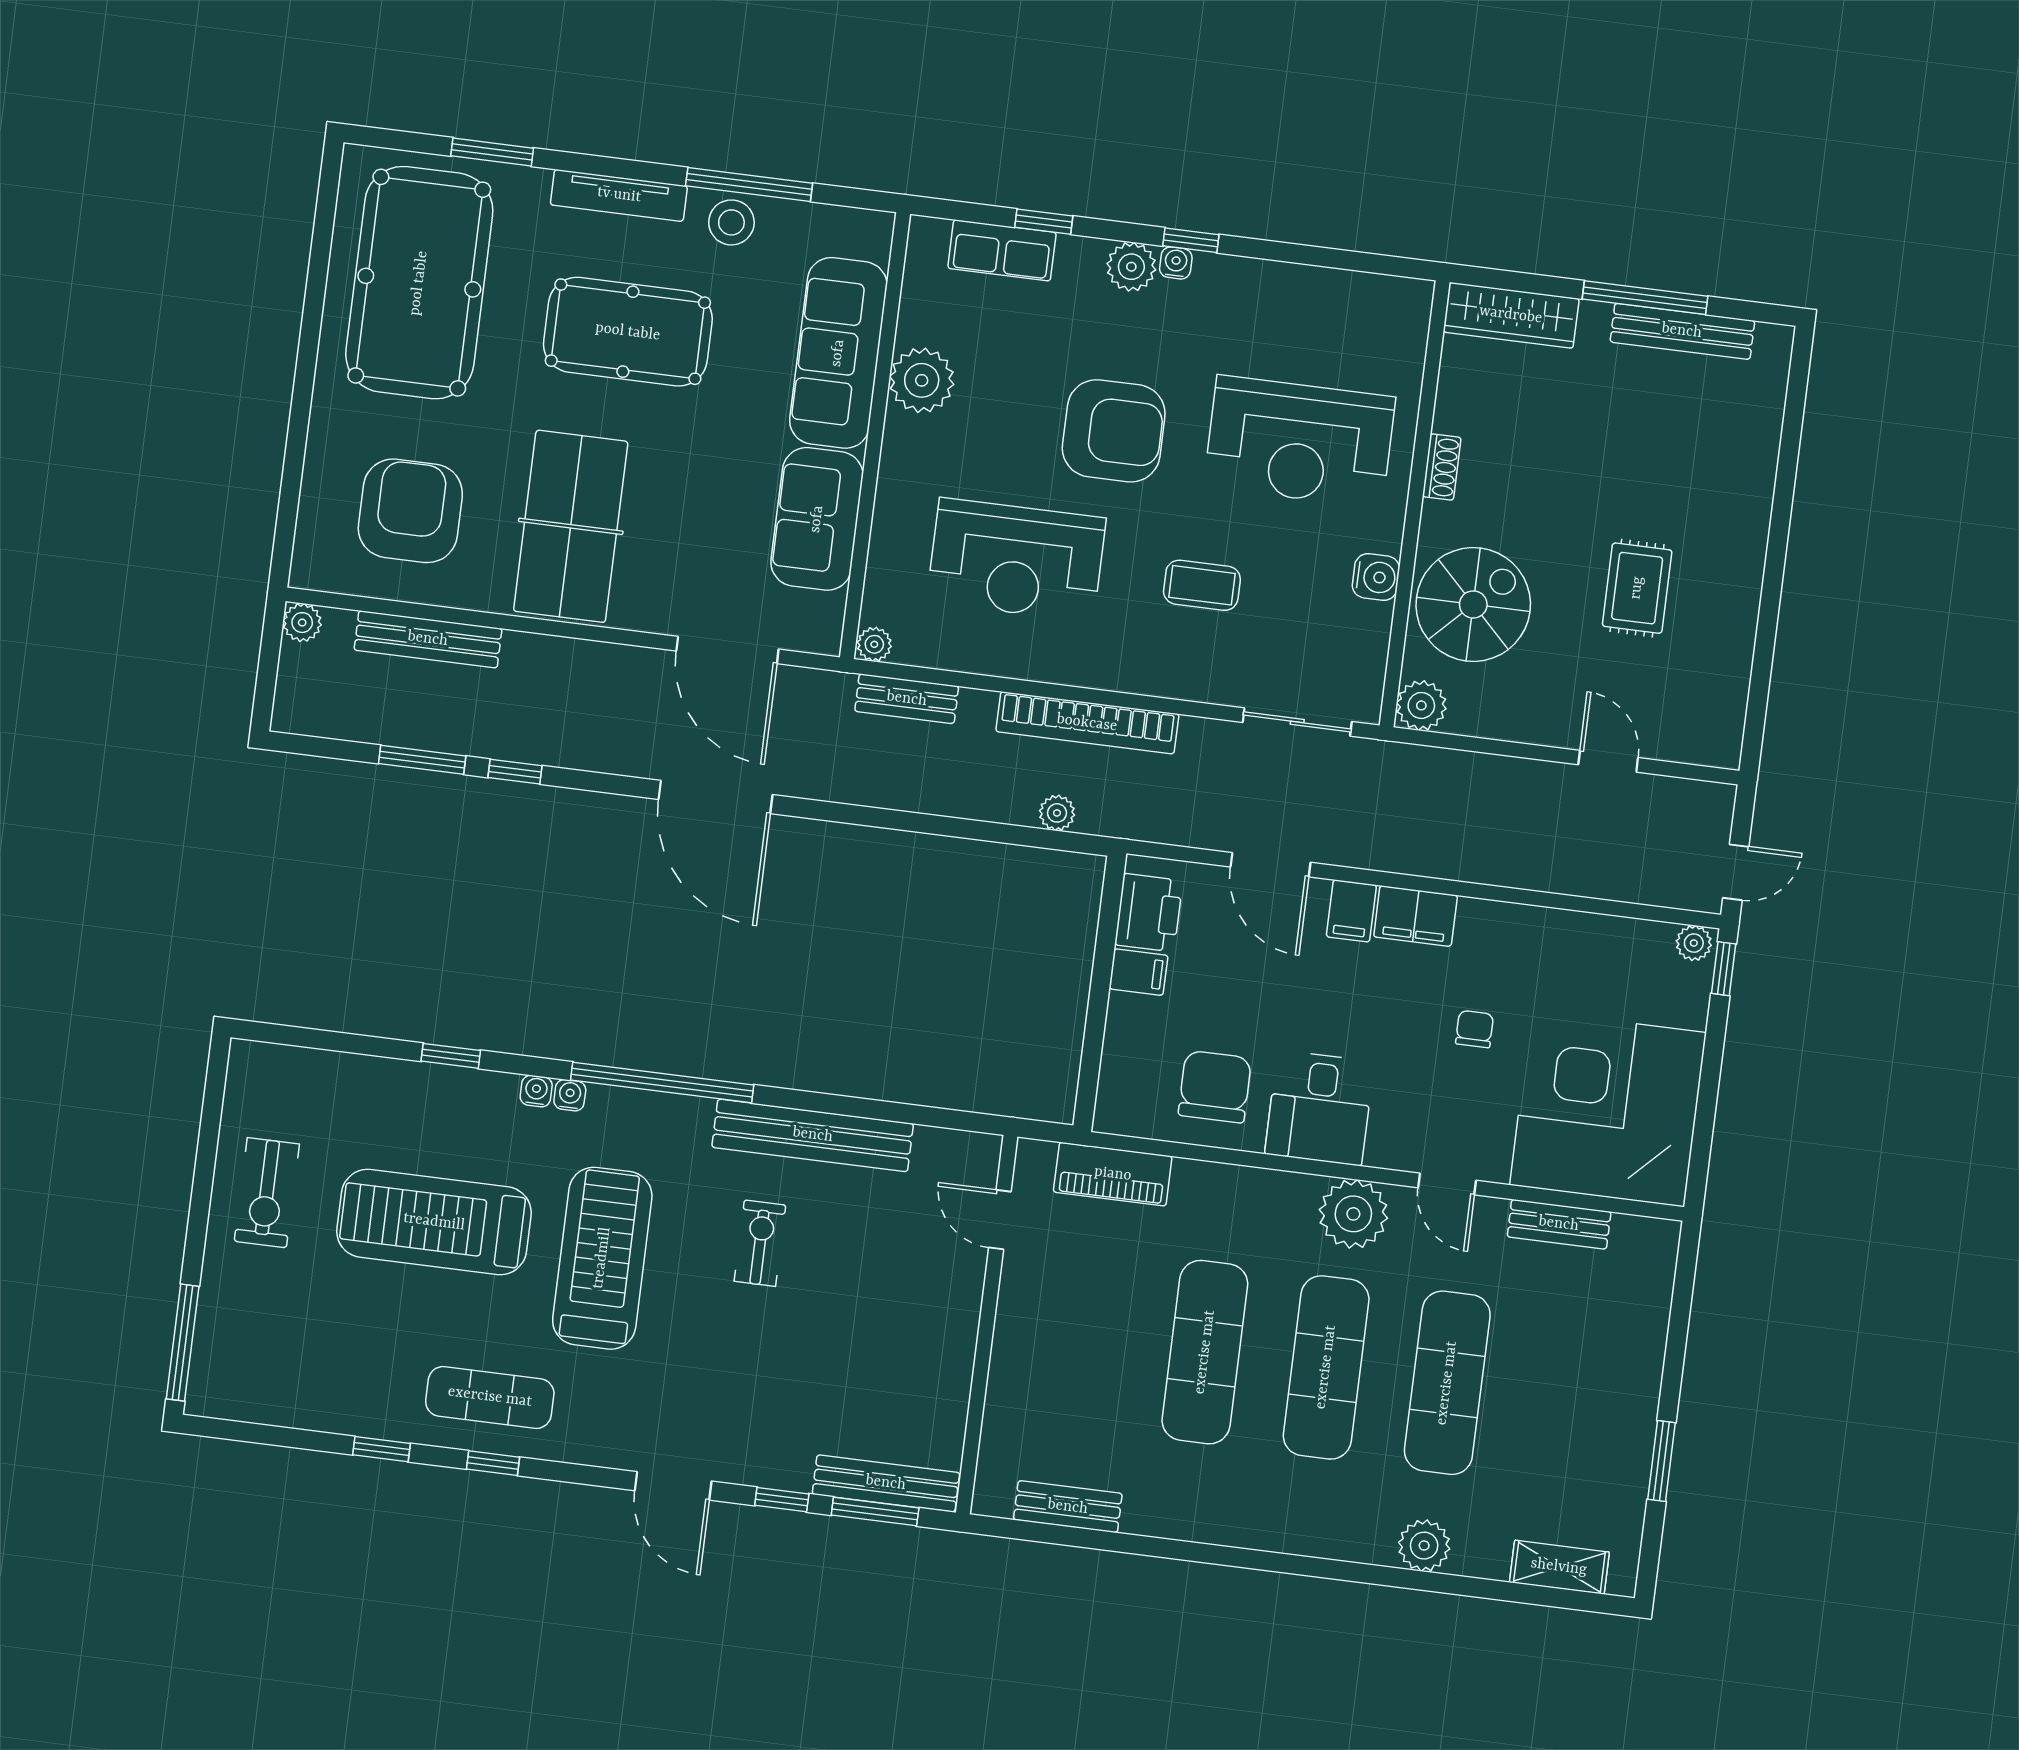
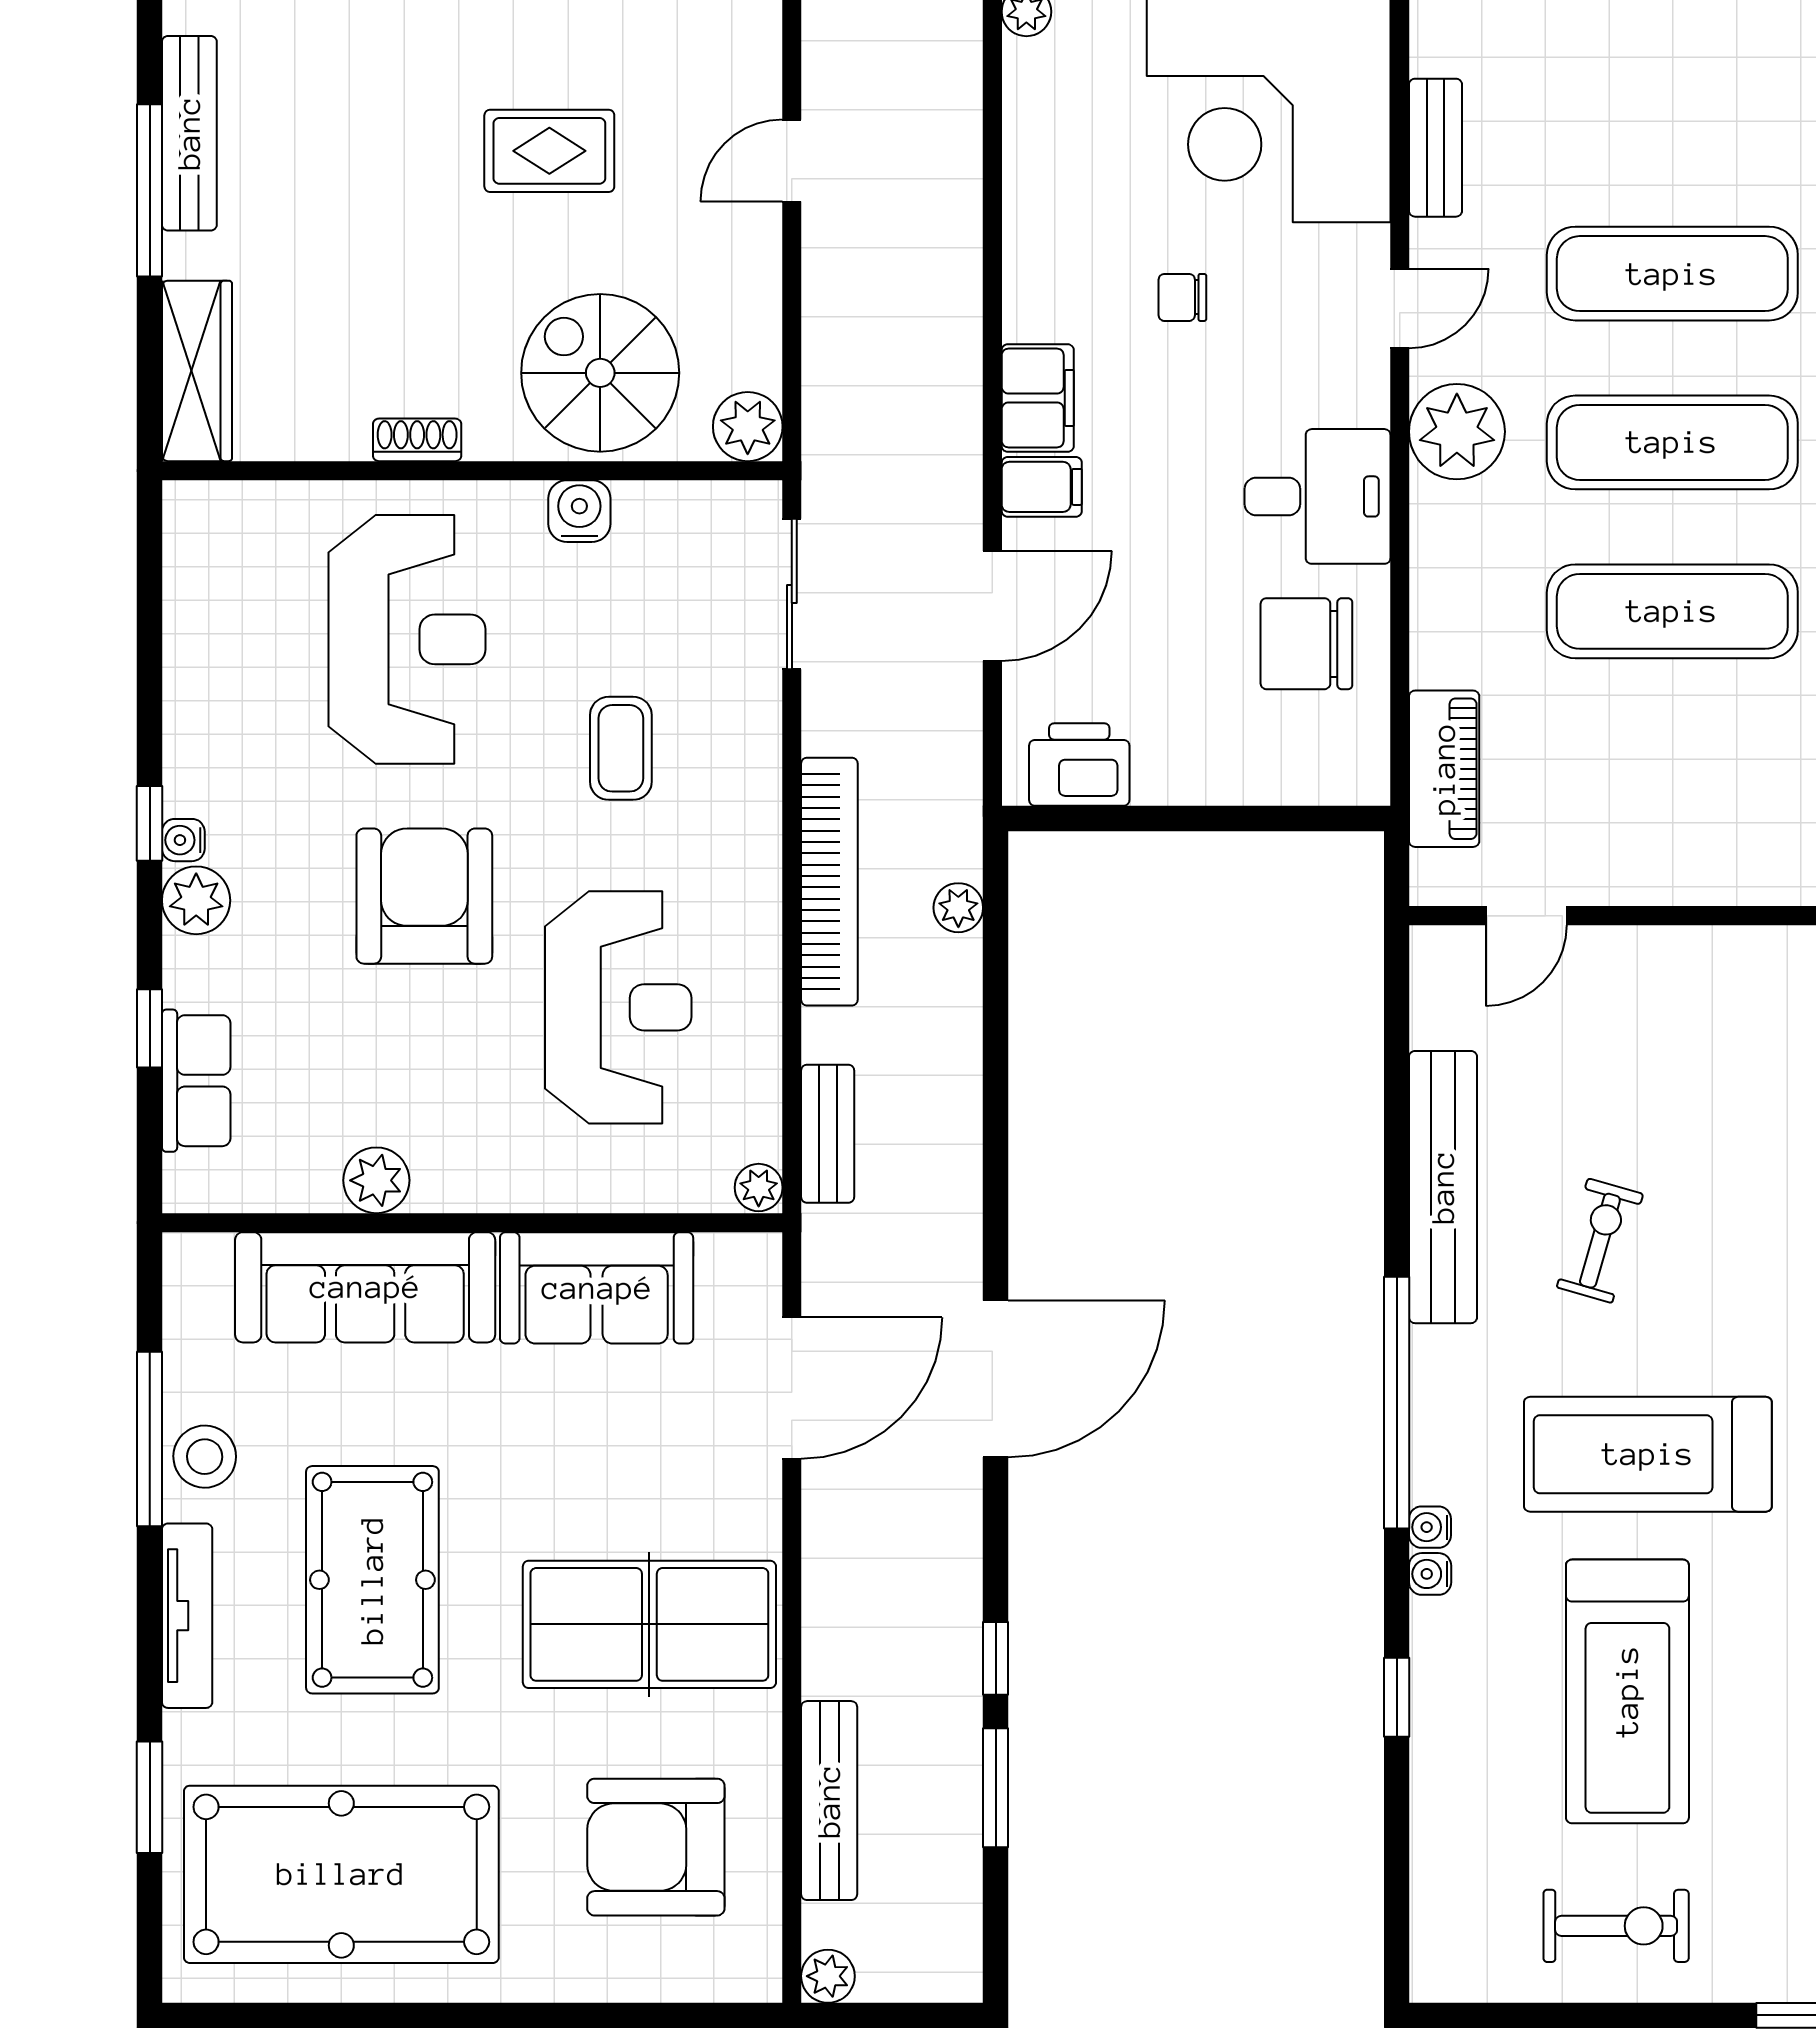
plant: (922, 380) -> (376, 1180), width x0.73, depth x0.73
filing cabinet: (1138, 972) -> (1162, 768), removed
exercise bike: (760, 1243) -> (1600, 1241), turned 106

